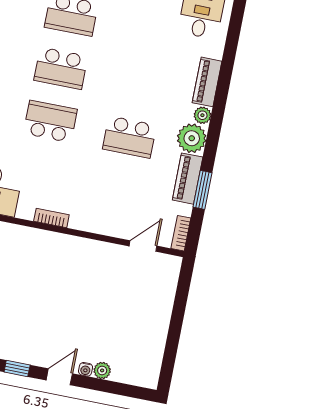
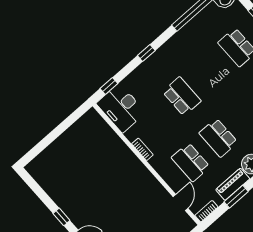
school desk: (61, 68) -> (191, 162), moved
door: (143, 246) -> (181, 202), hinge flipped

